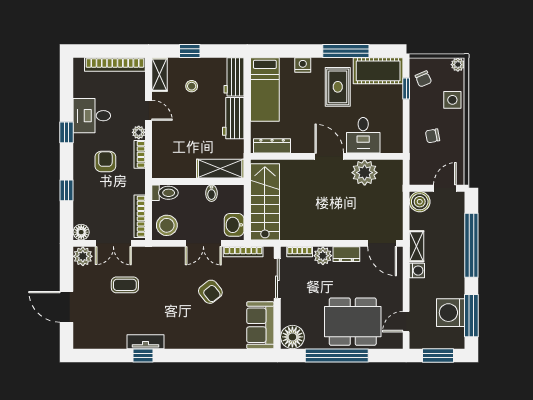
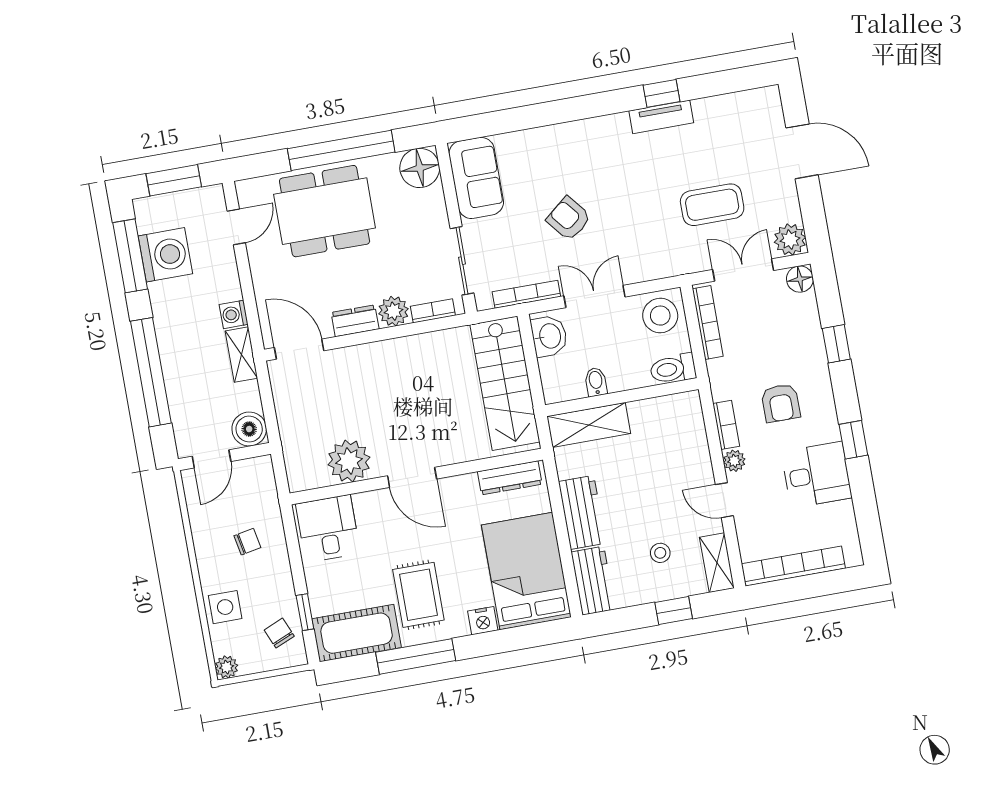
bed: (265, 89) -> (526, 571), width x1.50
desk: (363, 135) -> (328, 529), moved
coffee table: (125, 285) -> (712, 205), width x1.36, depth x1.30

